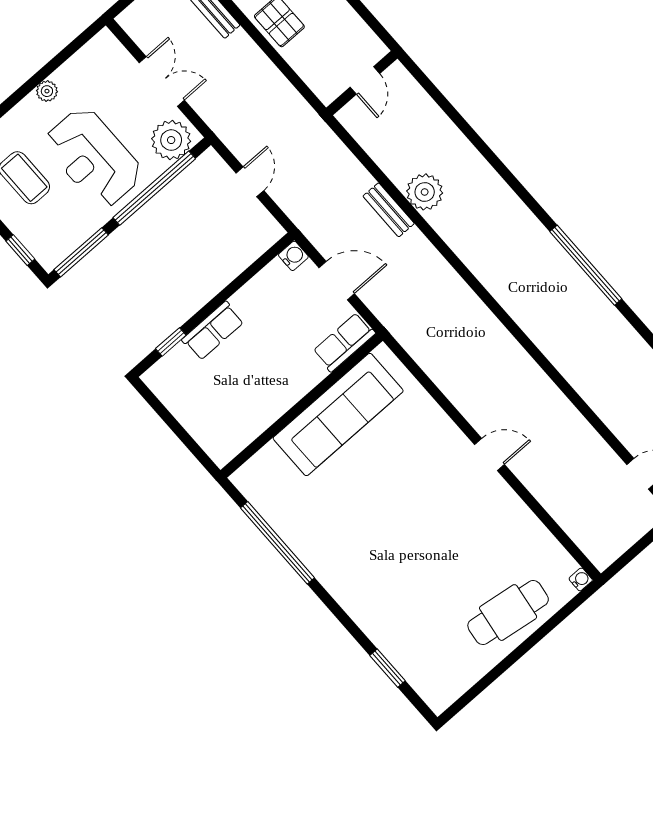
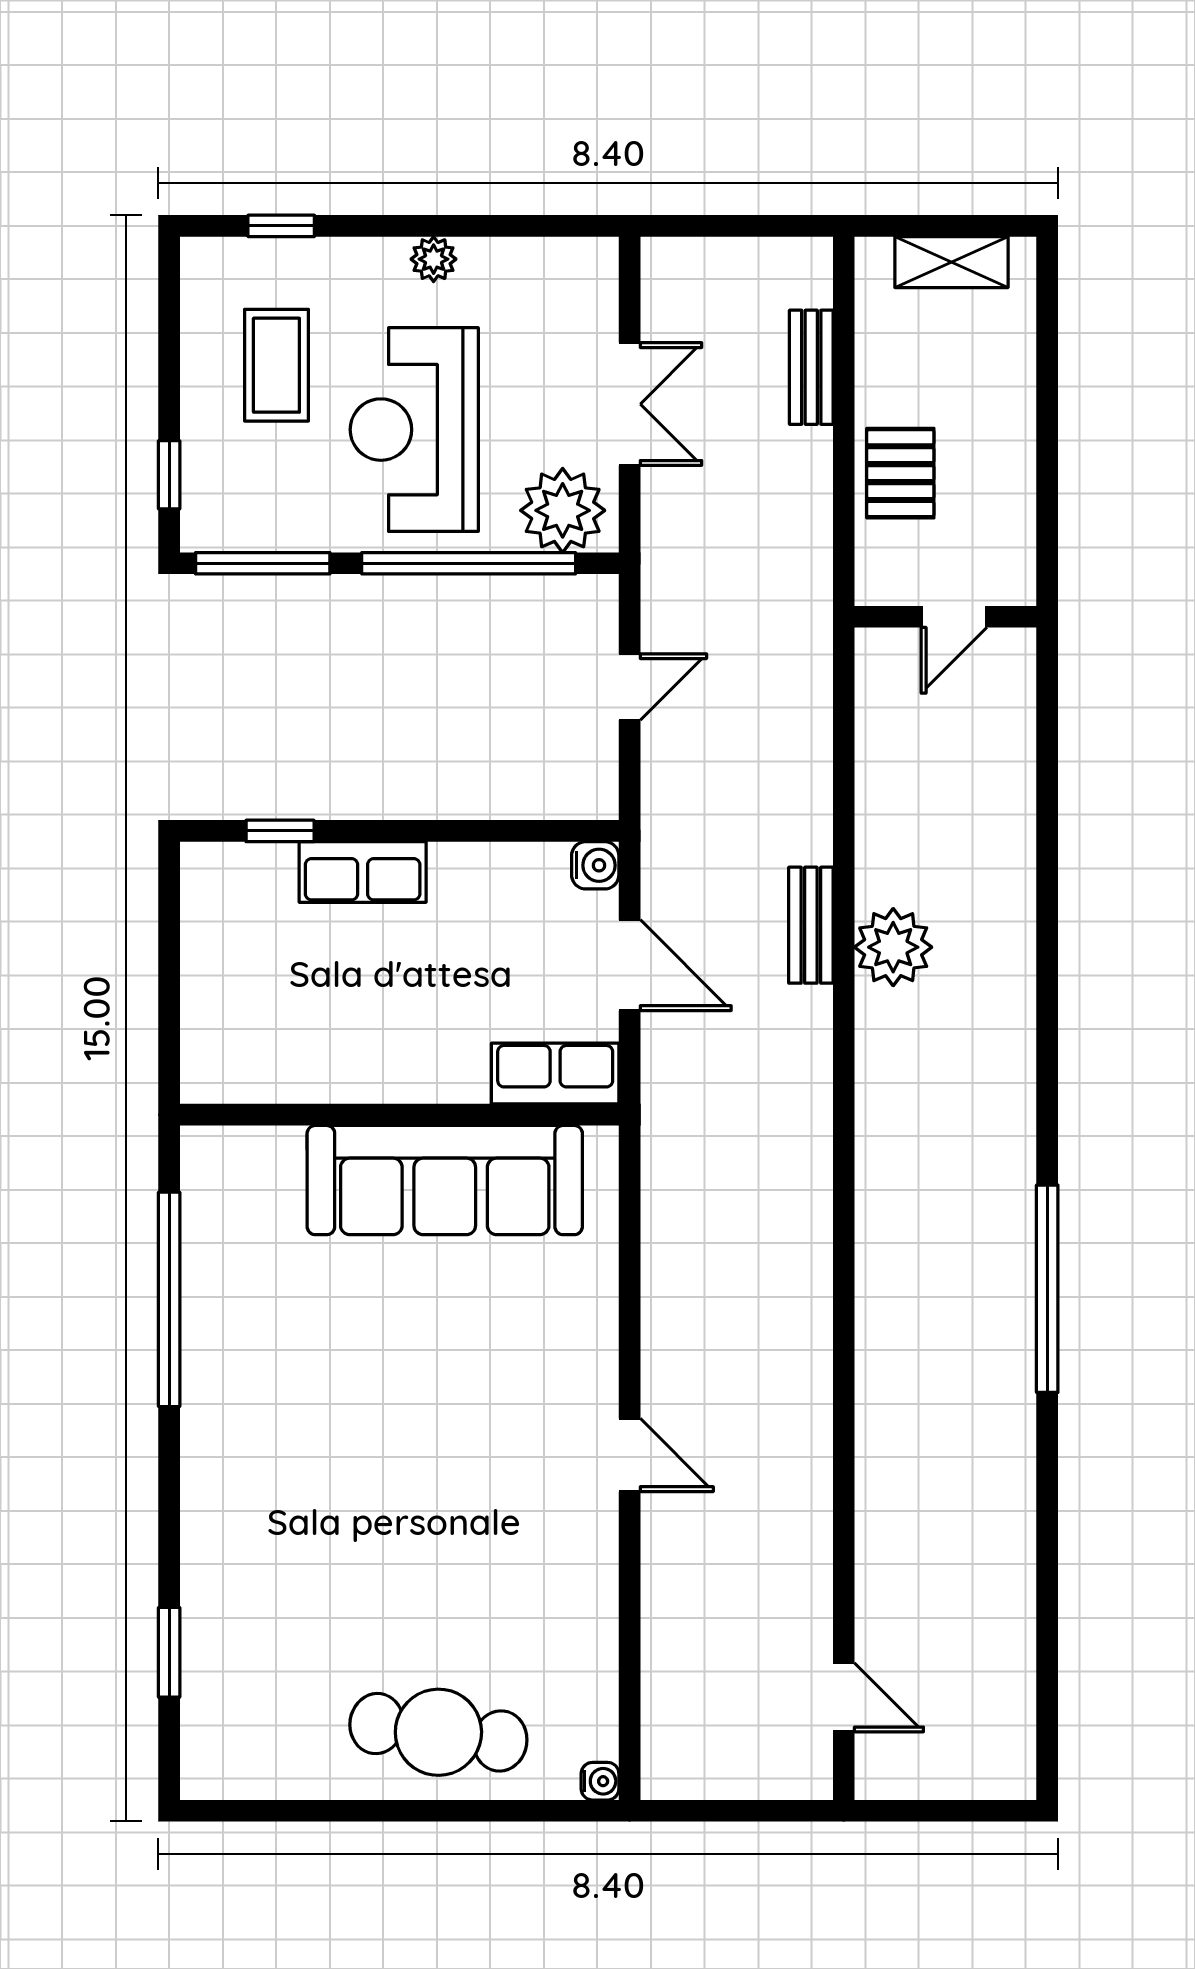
door: (365, 80) -> (954, 617), moved
wall: (362, 83) -> (945, 617), moved

